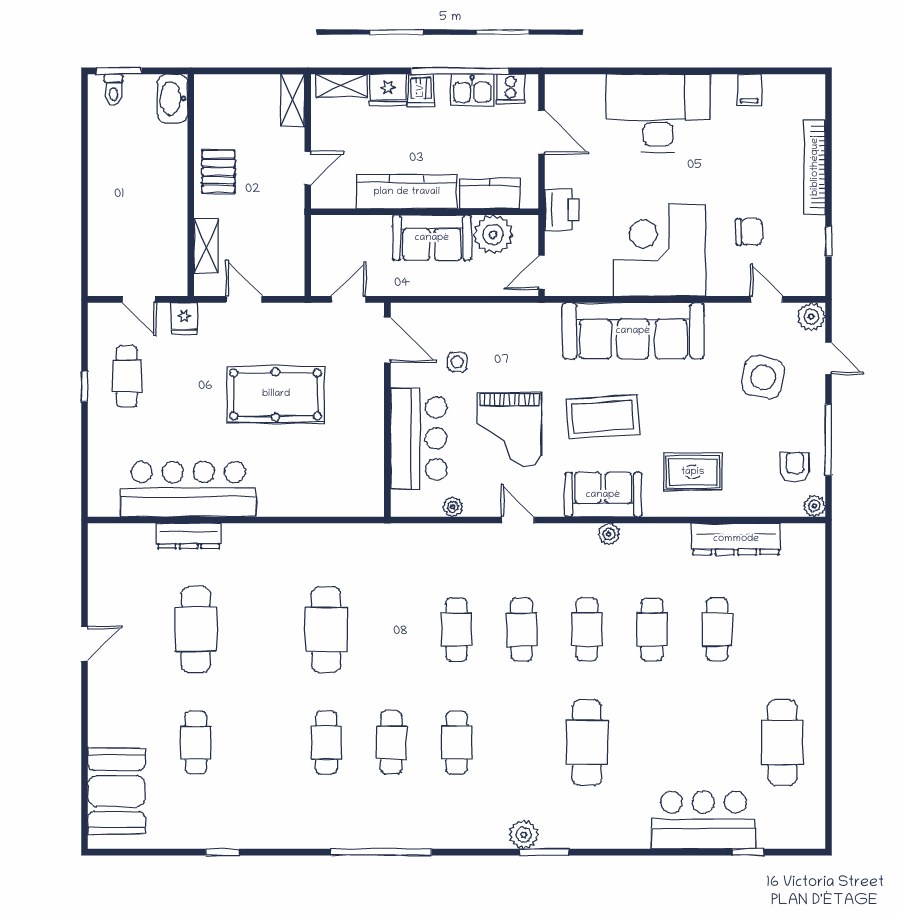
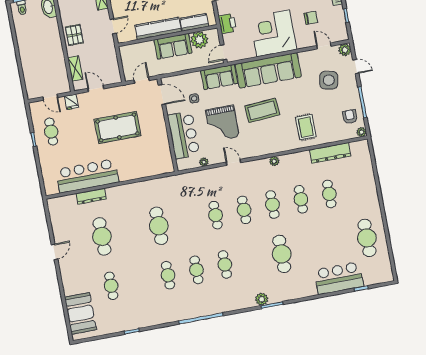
rug: (693, 472) -> (306, 127), turned 90
sofa: (603, 495) -> (219, 77), moved, turned 180

